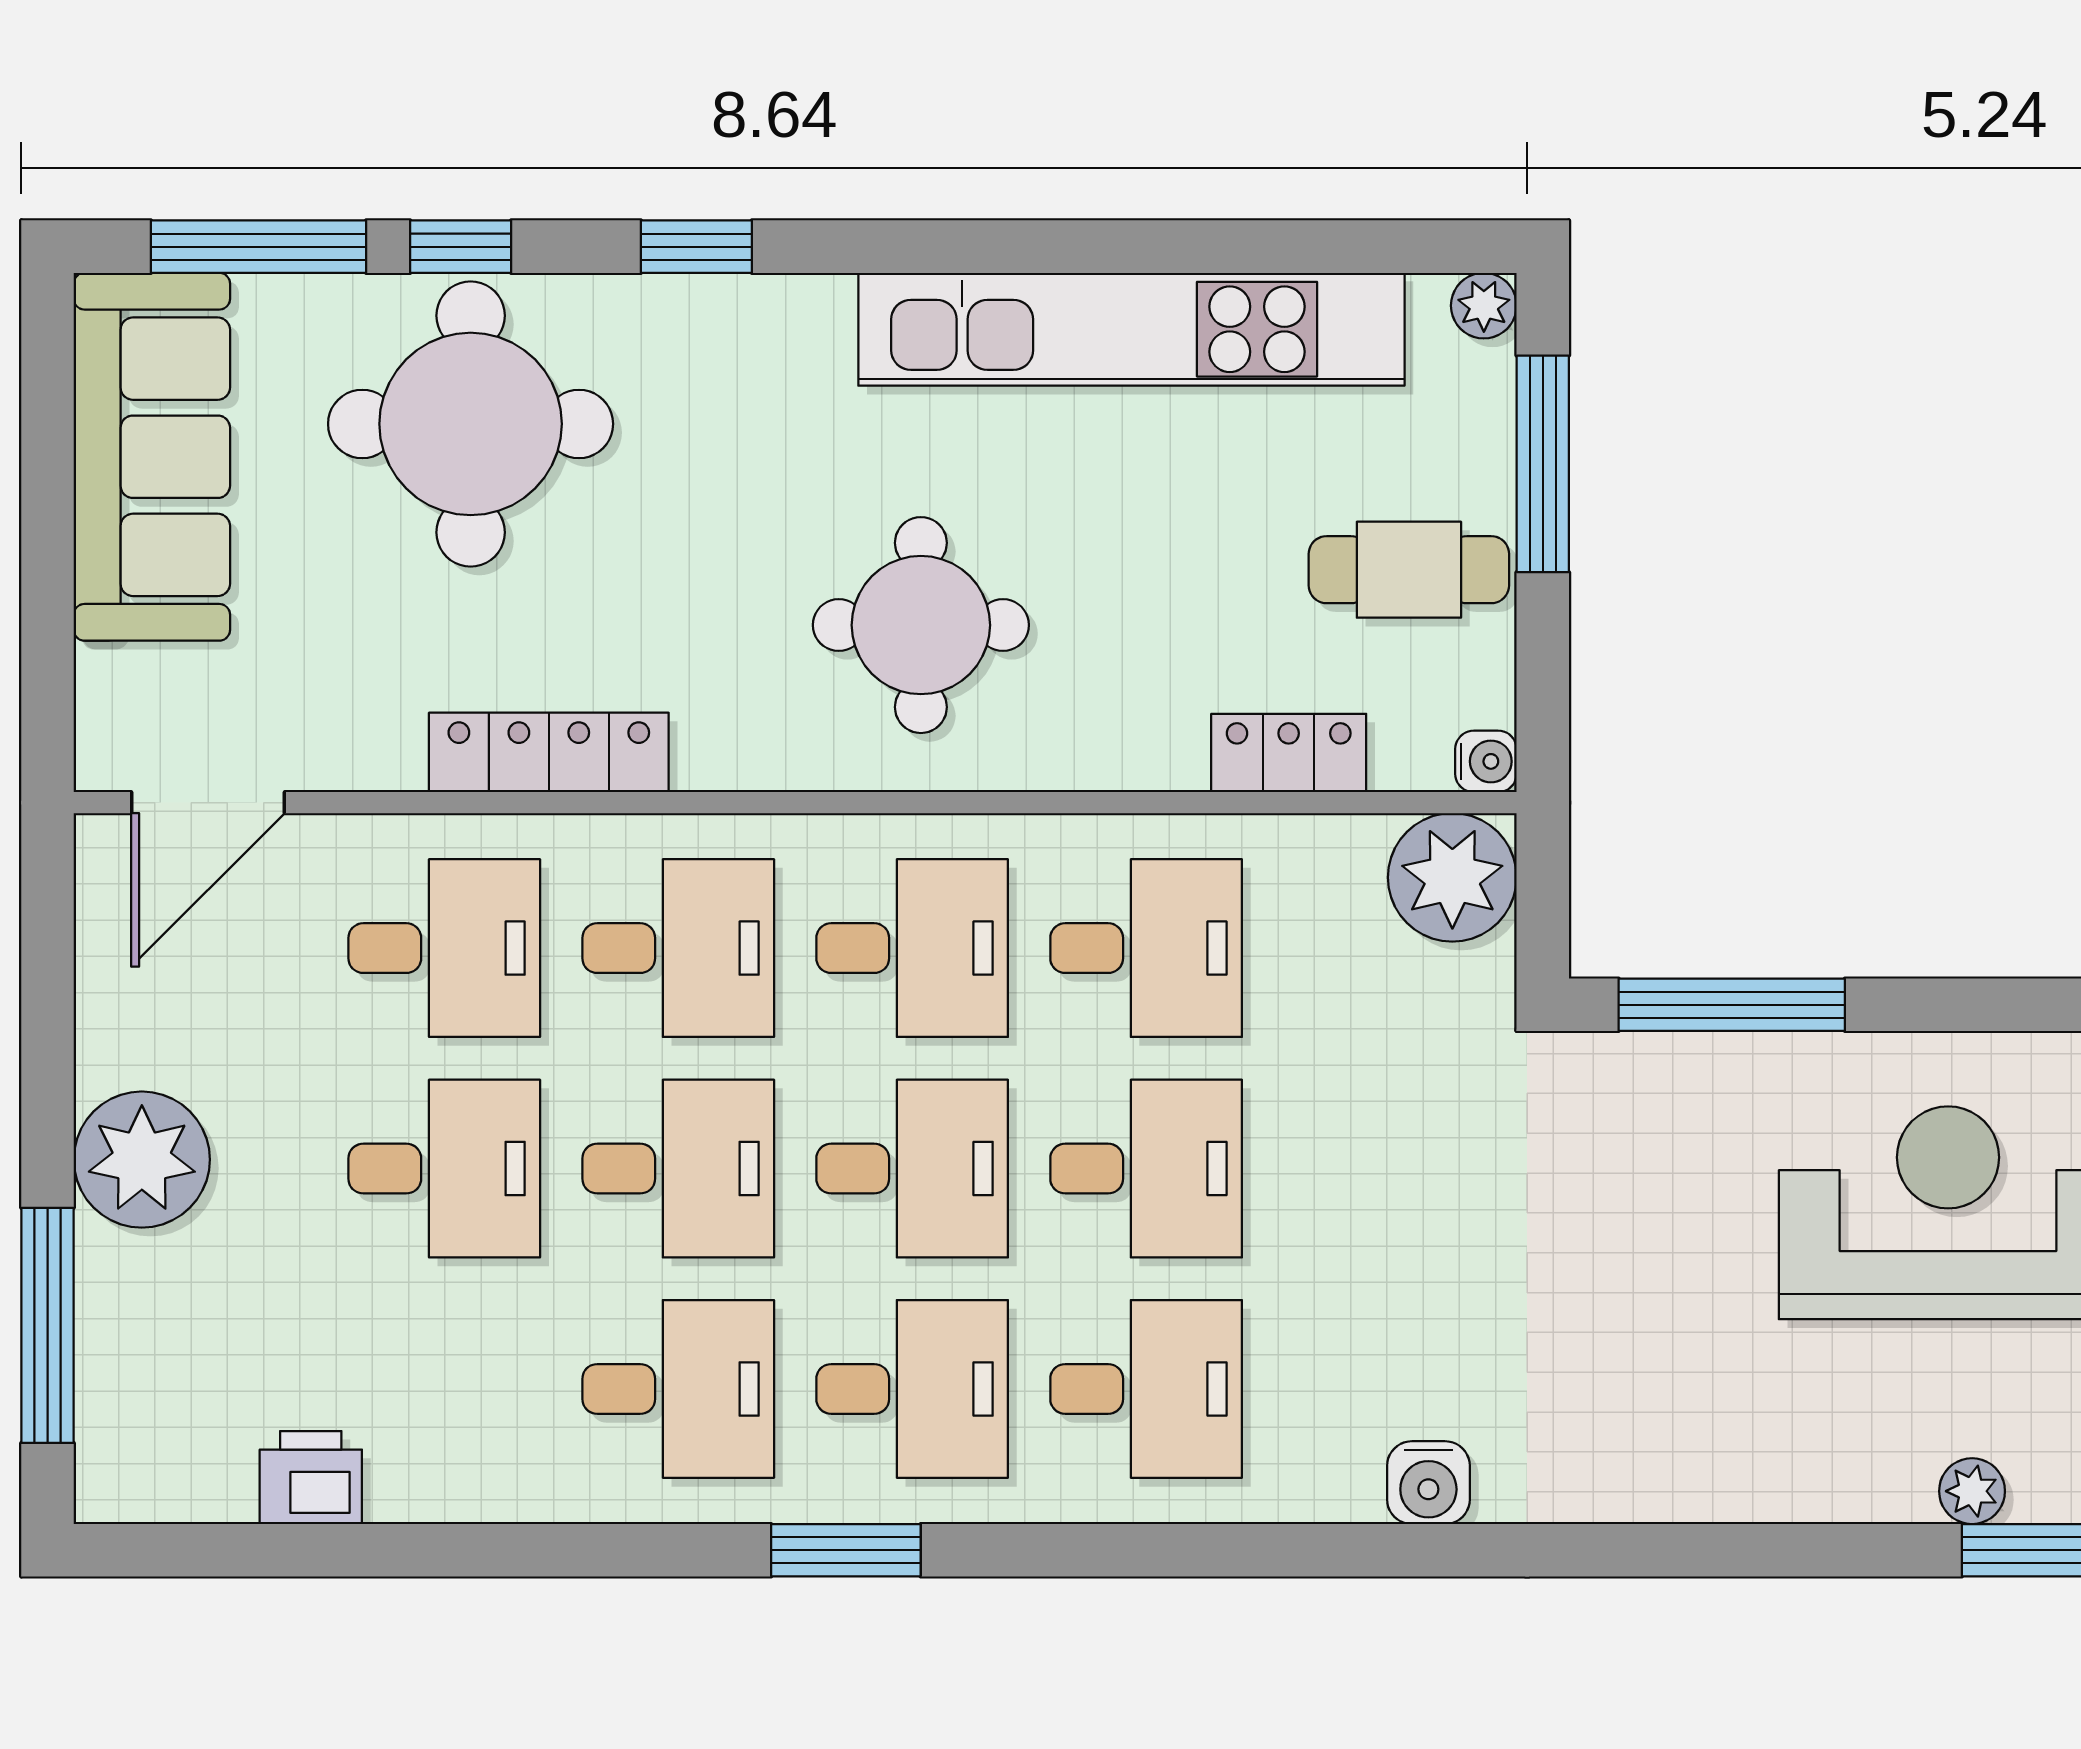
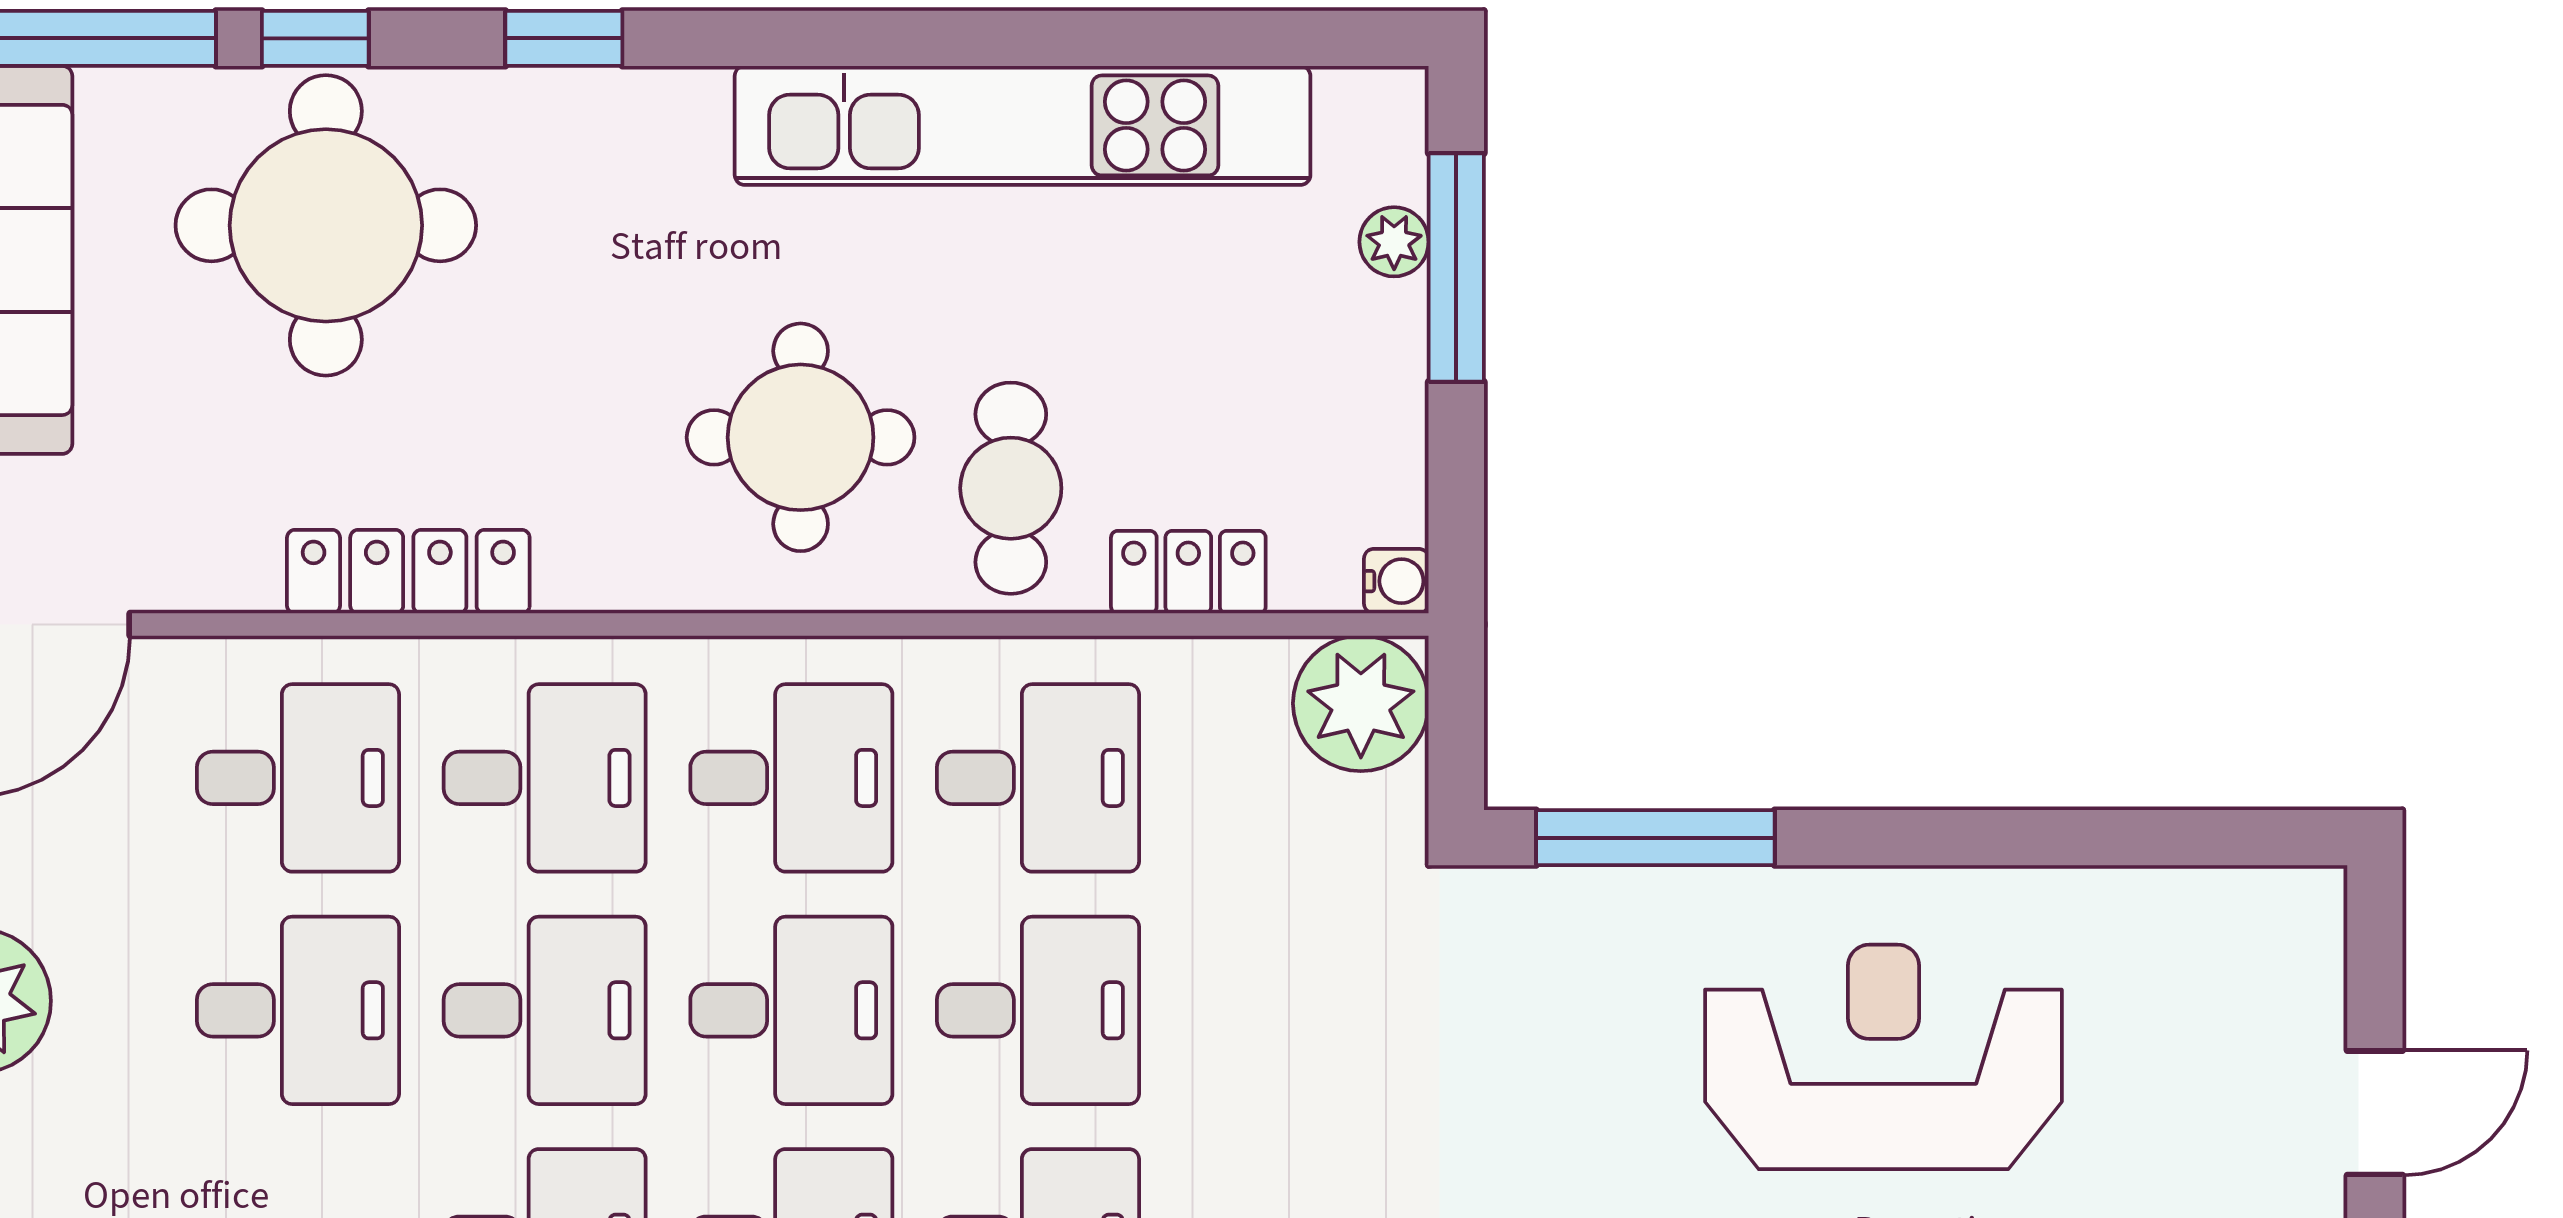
plant: (1484, 306) -> (1394, 242), moved
cafe table: (1409, 570) -> (1011, 488), moved, turned 90

